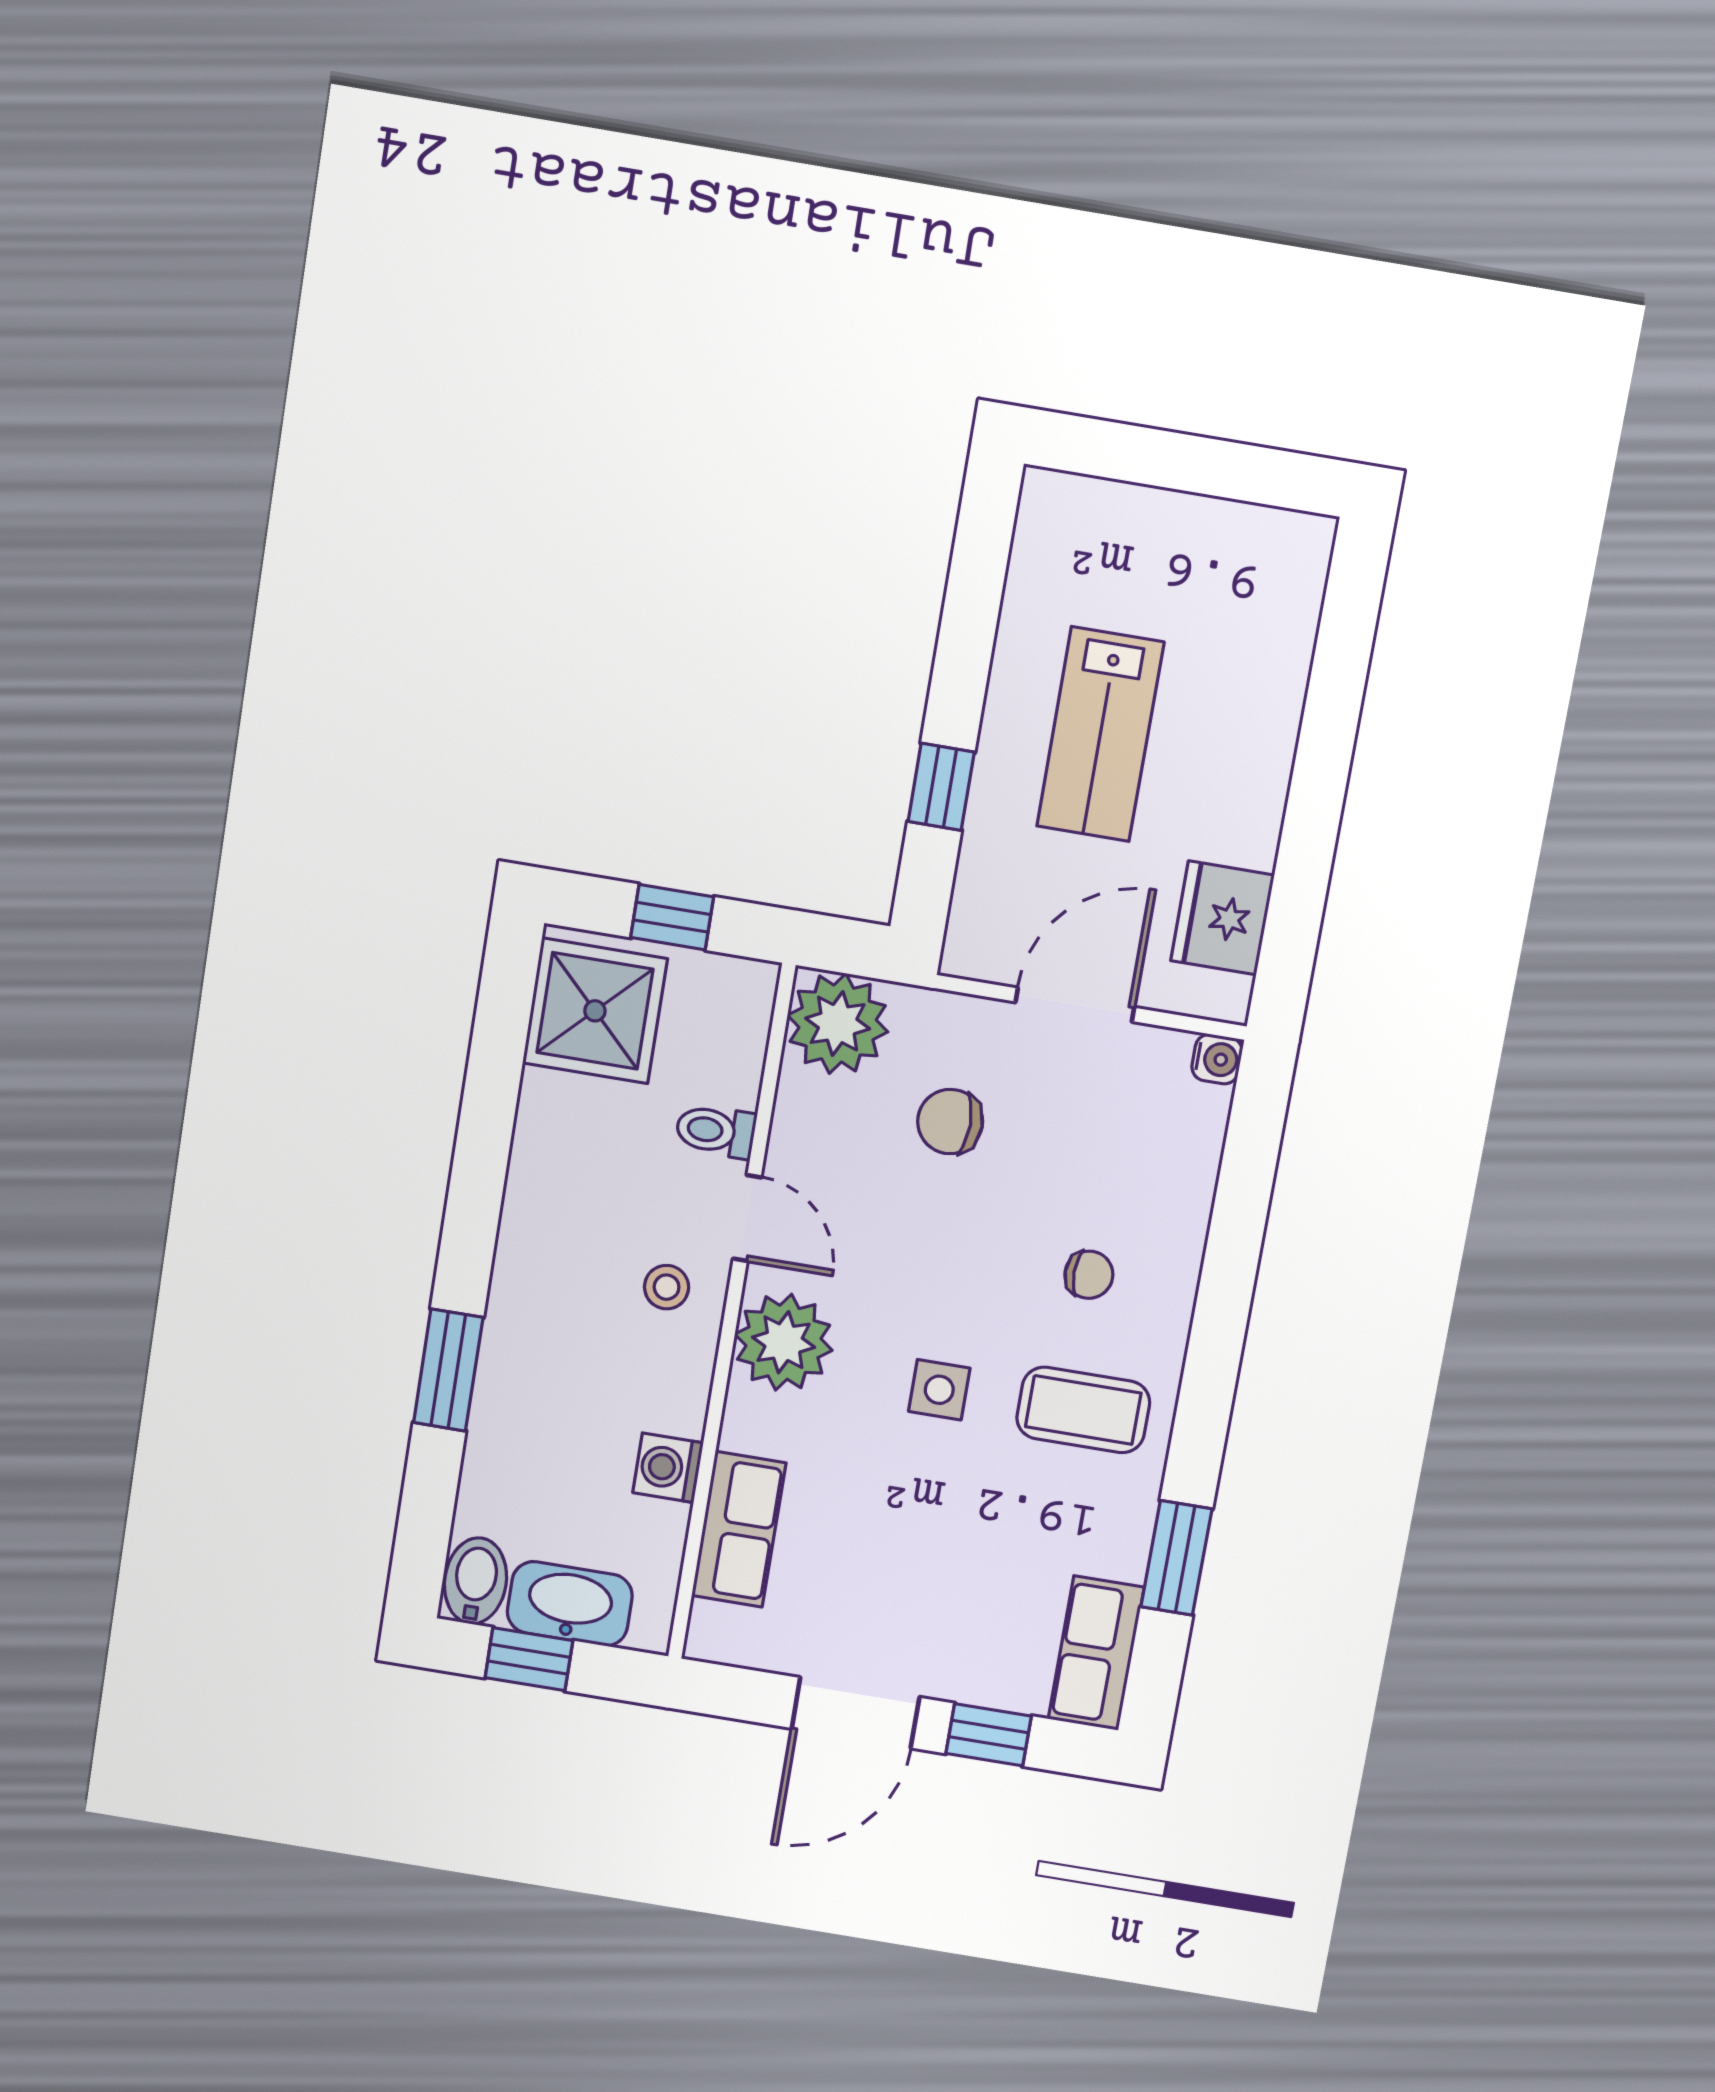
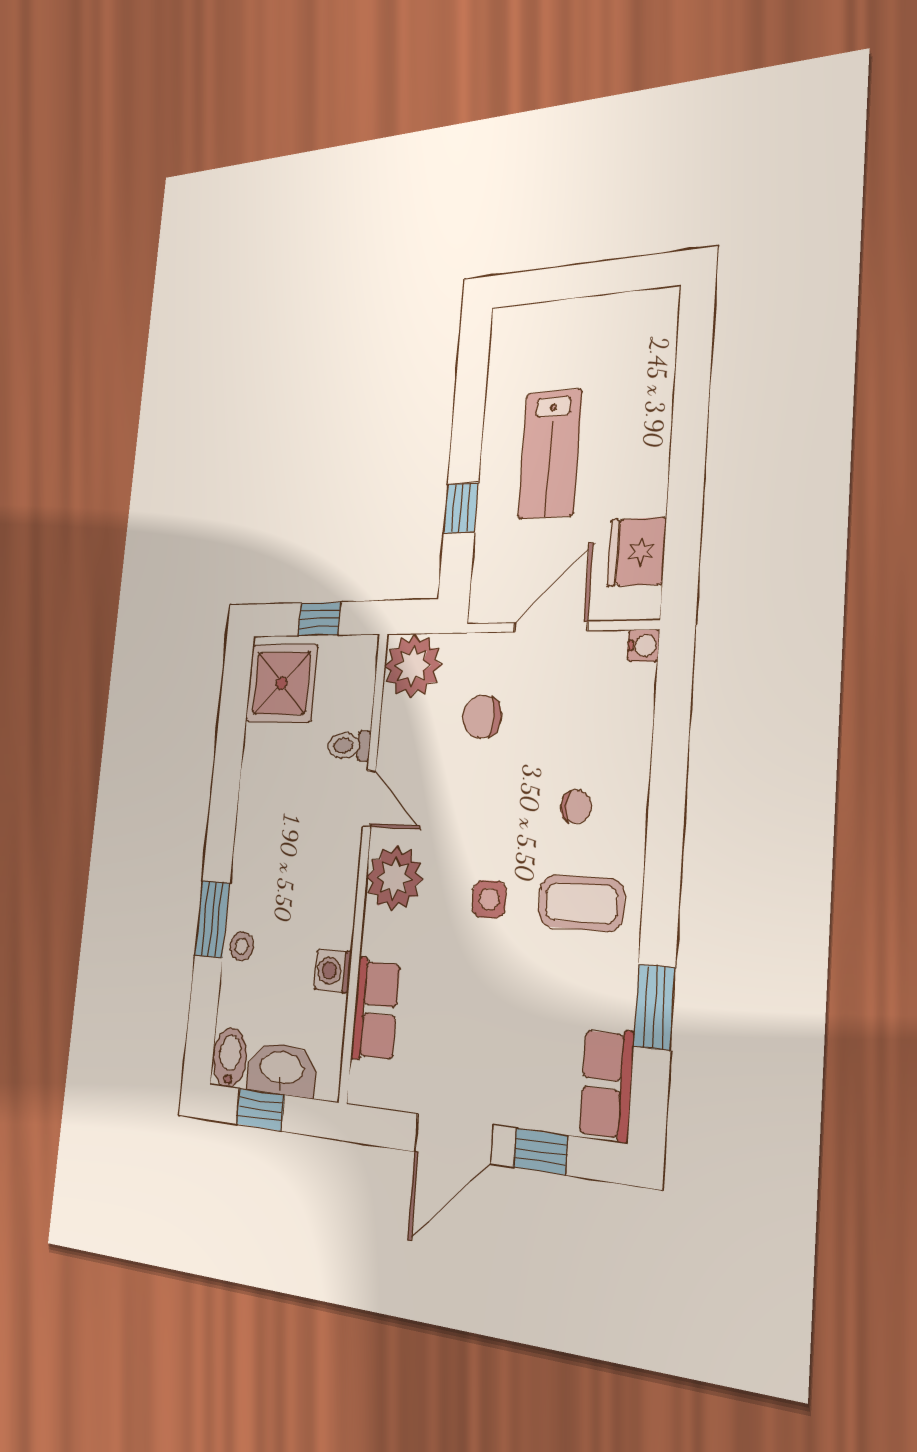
stool: (667, 1287) -> (242, 946), moved

